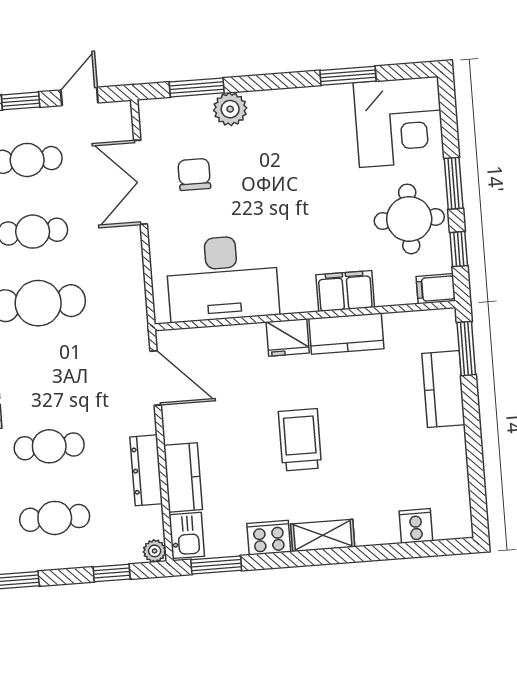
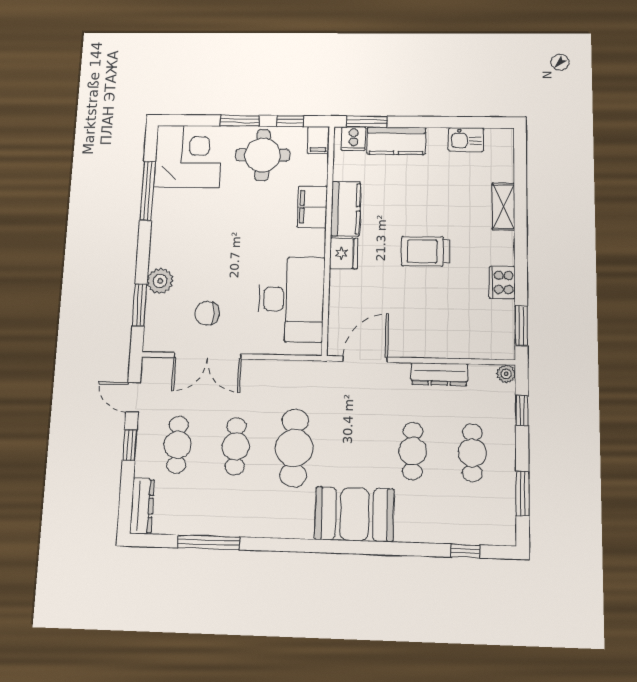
window: (348, 76) -> (148, 191), width x1.44
kitchen counter: (183, 477) -> (448, 345), removed
cooker: (416, 526) -> (354, 139), moved, turned -90
kitchen sink: (187, 535) -> (466, 139), moved, turned 180
shelving: (323, 535) -> (504, 206), moved

